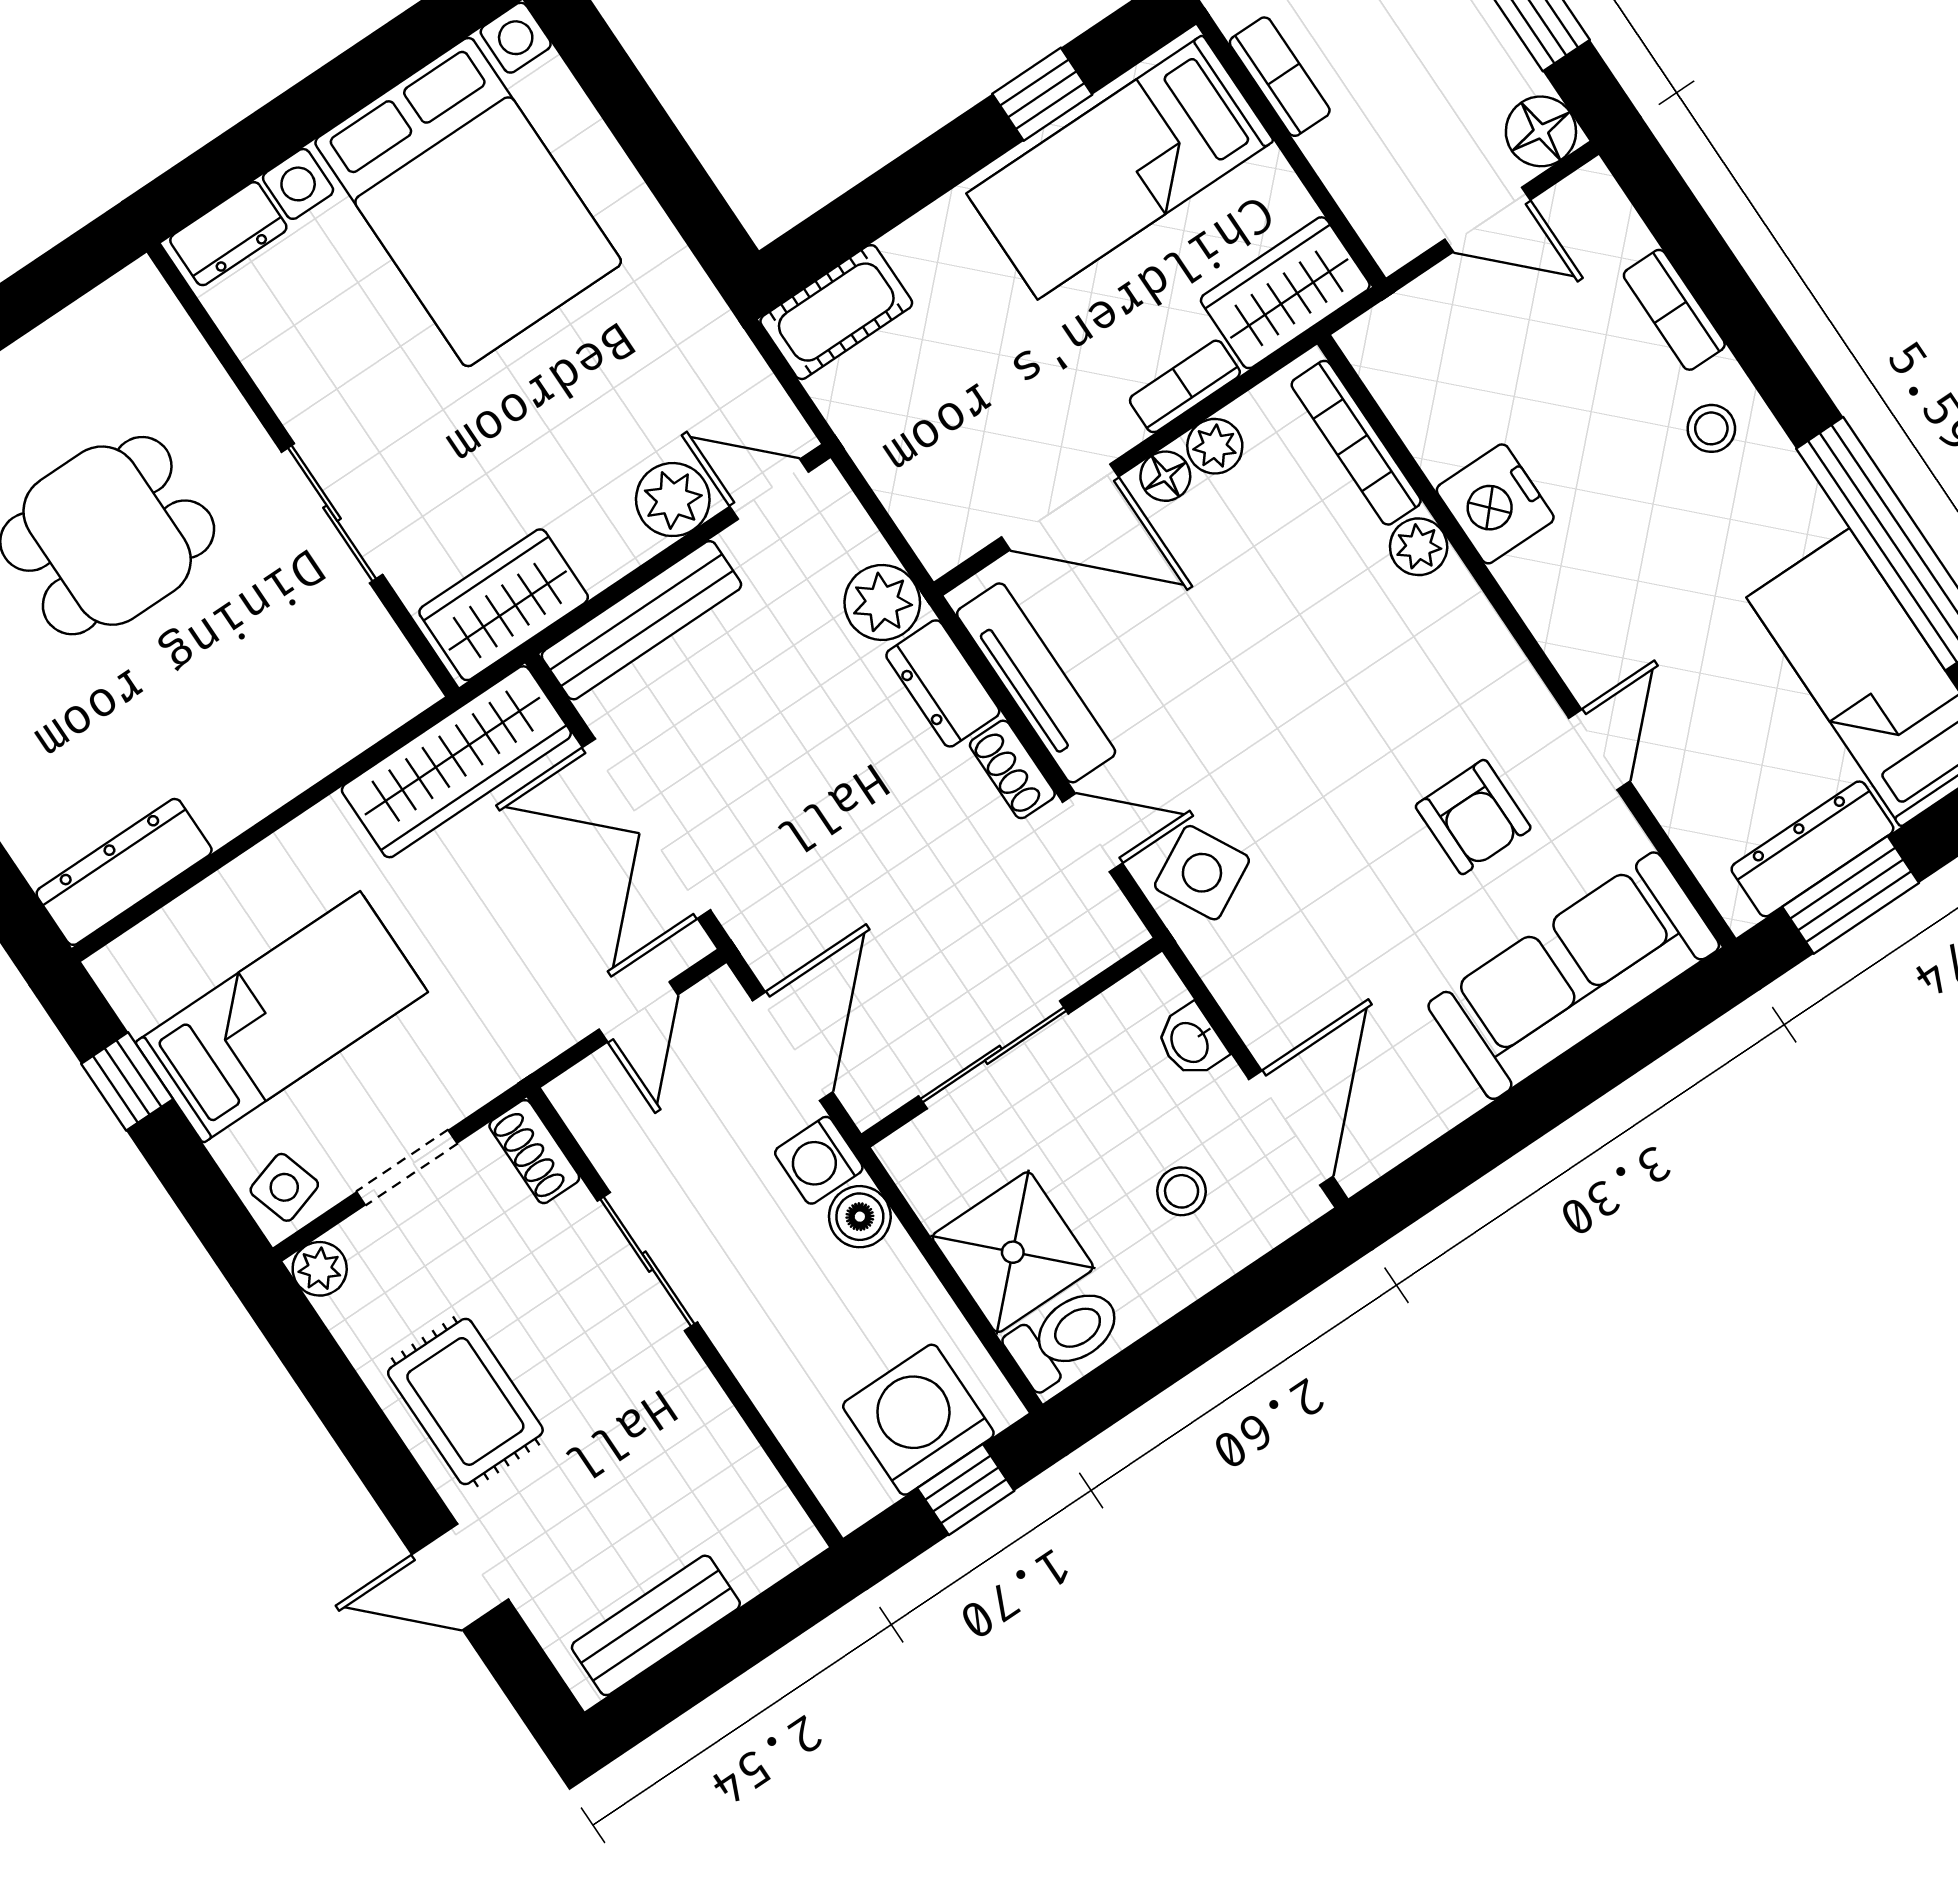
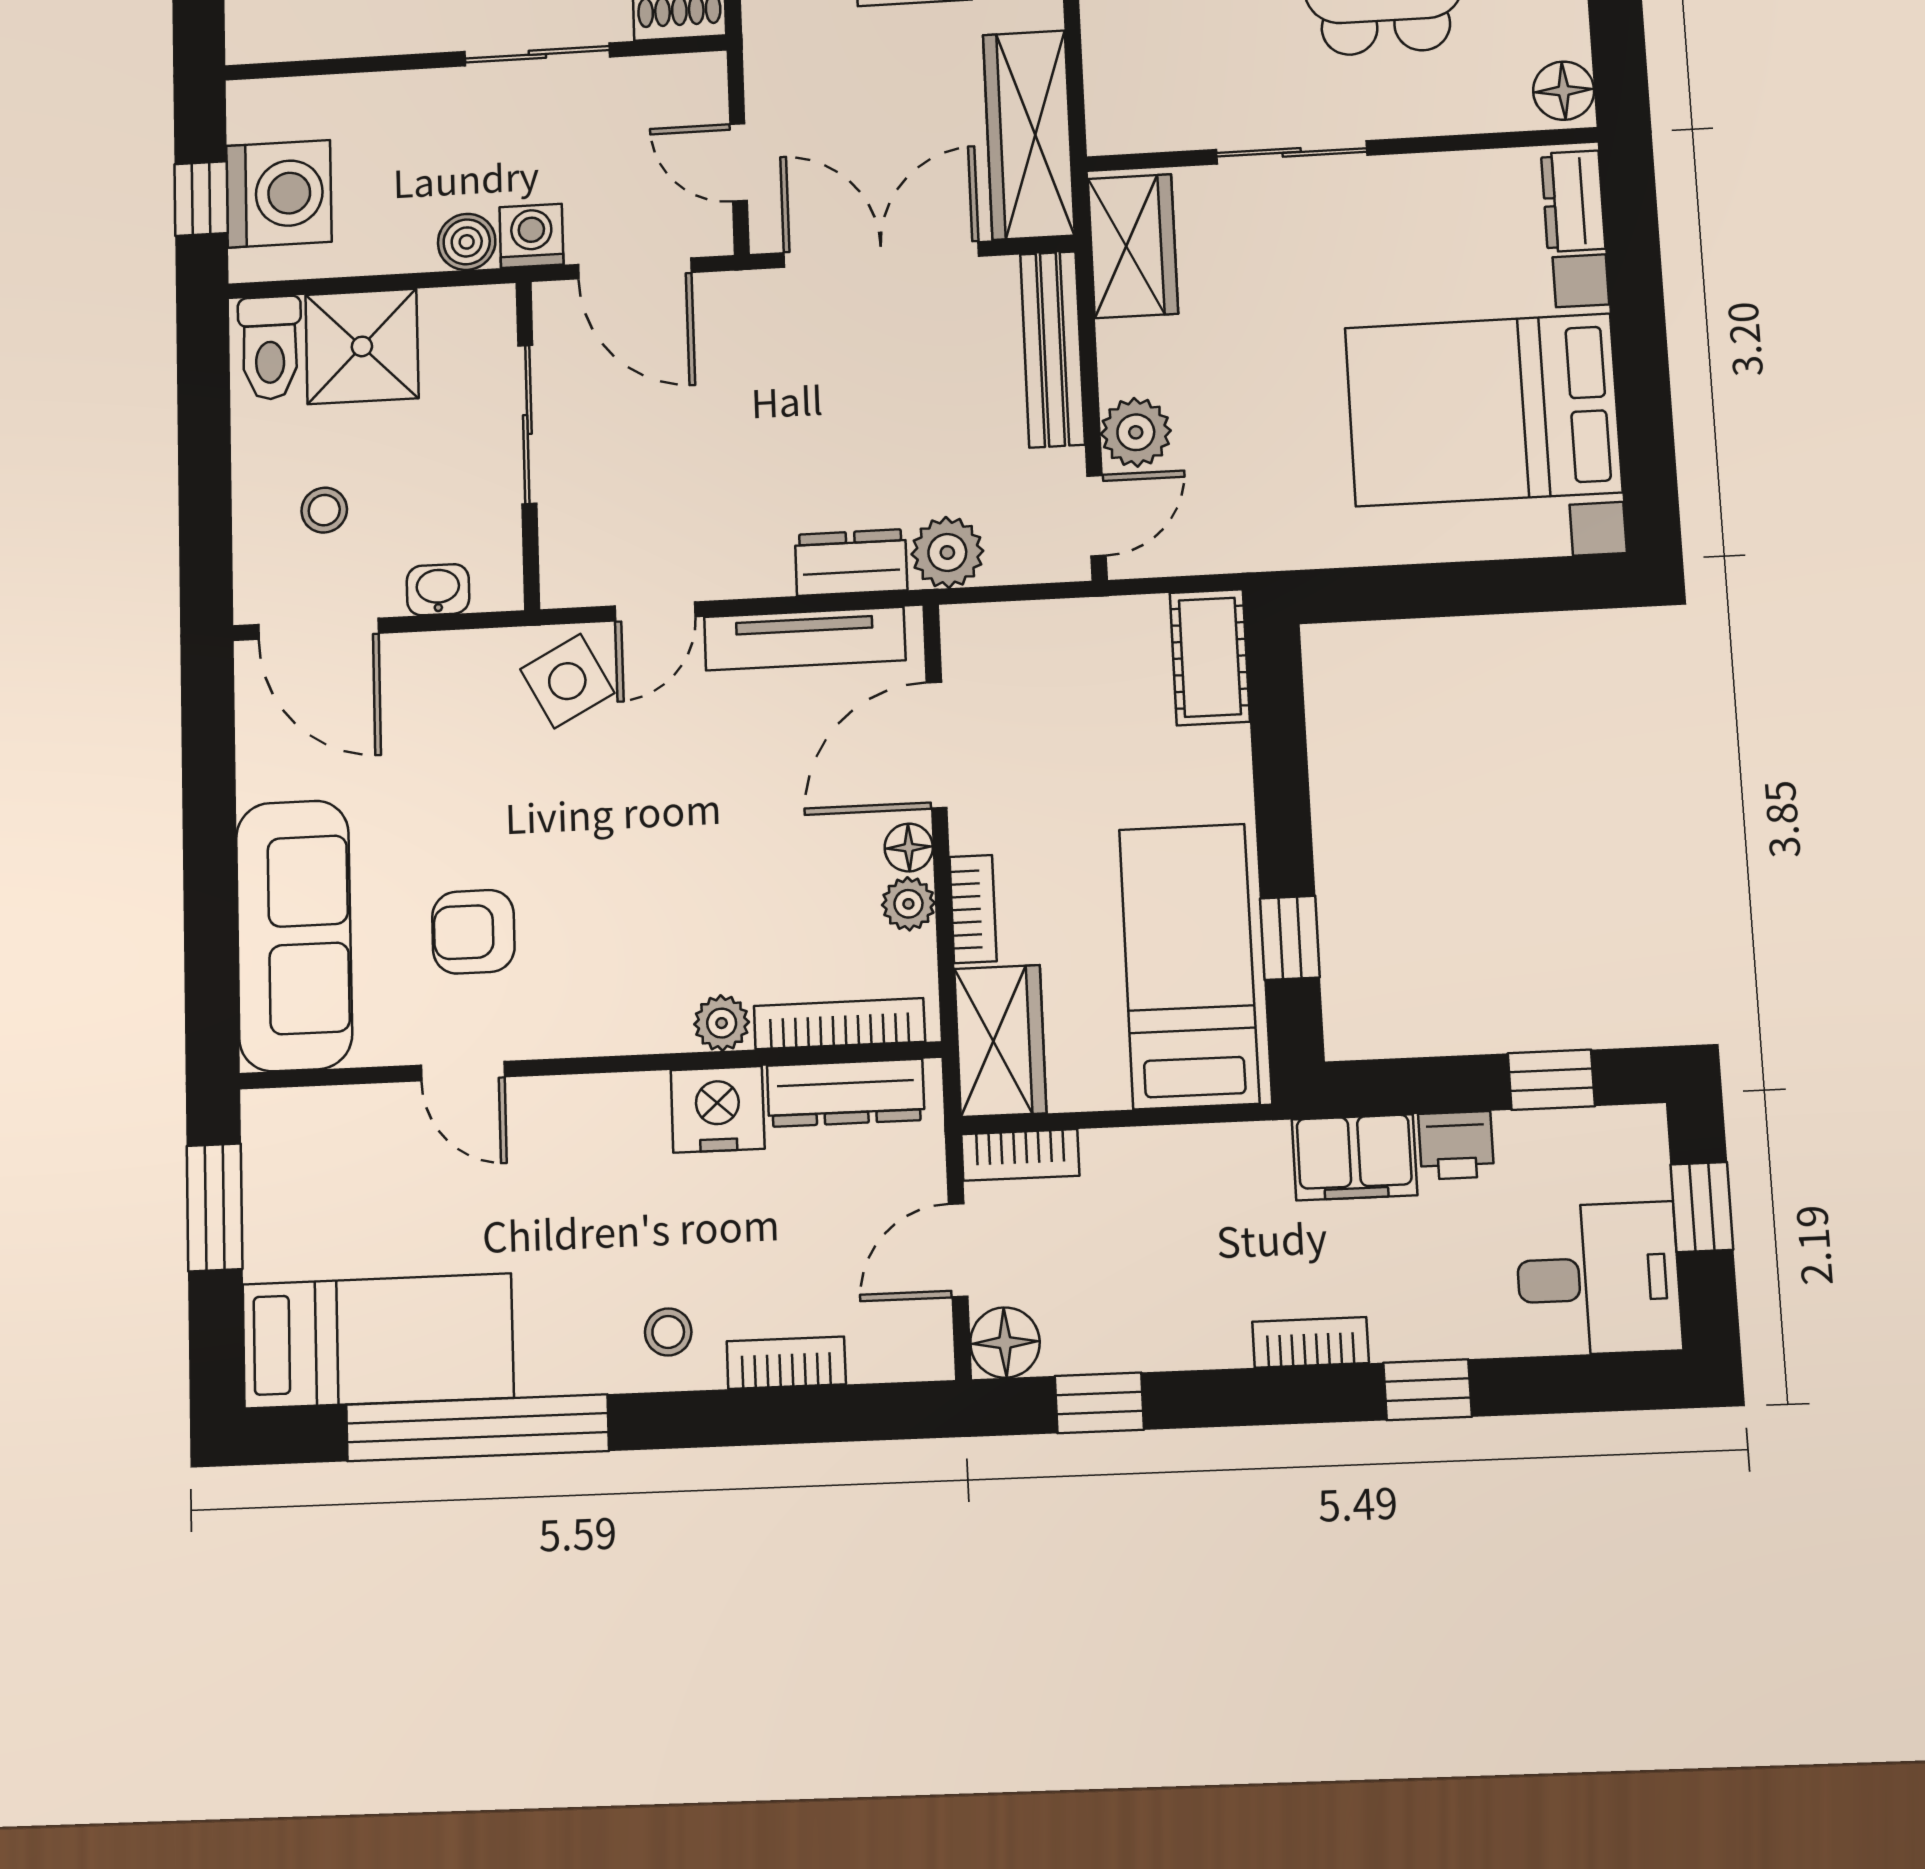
bookcase: (1280, 77) -> (1020, 1155), moved
floor lamp: (130, 302) -> (1564, 91), added
shoe rack: (1012, 769) -> (746, 577), removed
dresser: (1812, 849) -> (846, 1093), moved, turned 90

